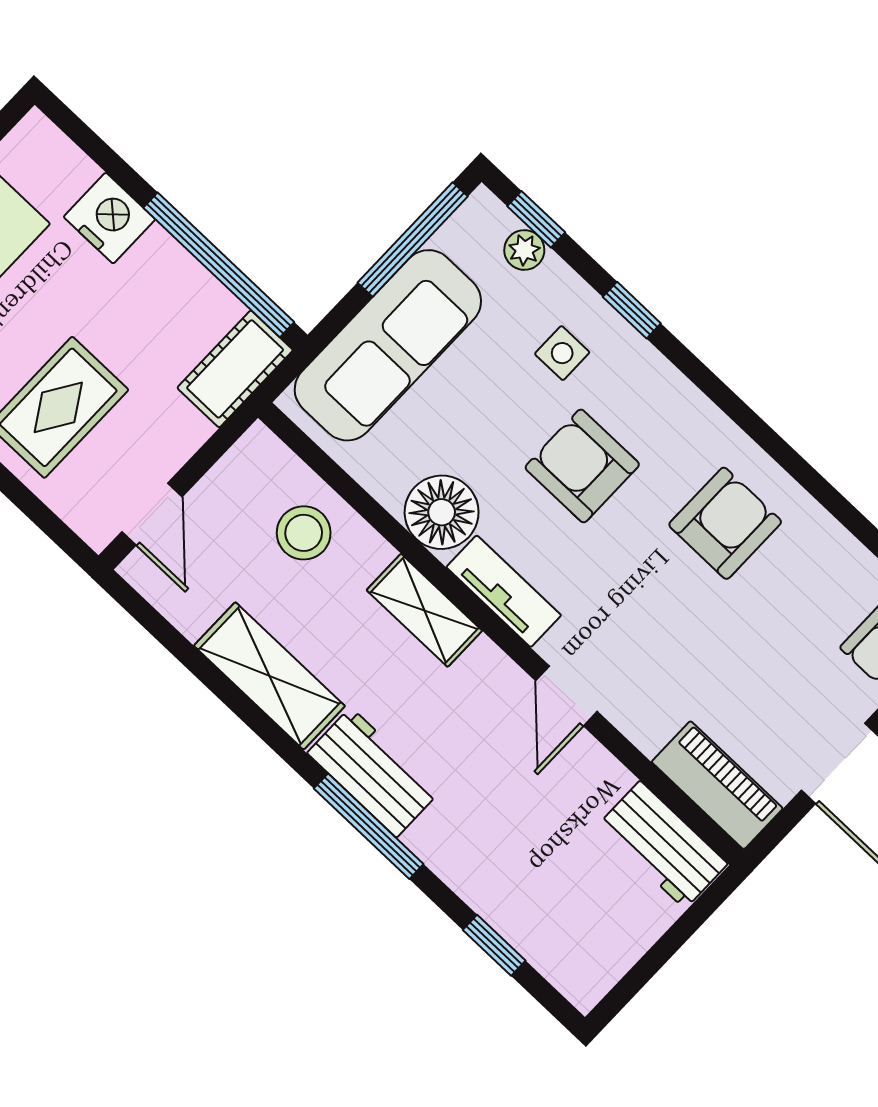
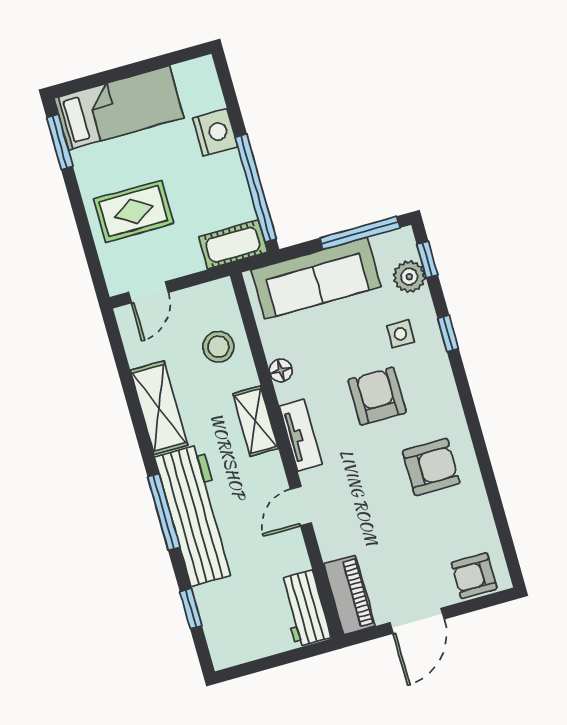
plant: (524, 250) -> (409, 277), width x1.38, depth x1.38
floor lamp: (442, 512) -> (281, 370), width x0.53, depth x0.53
workbench: (374, 772) -> (196, 515), width x1.88, depth x1.32

